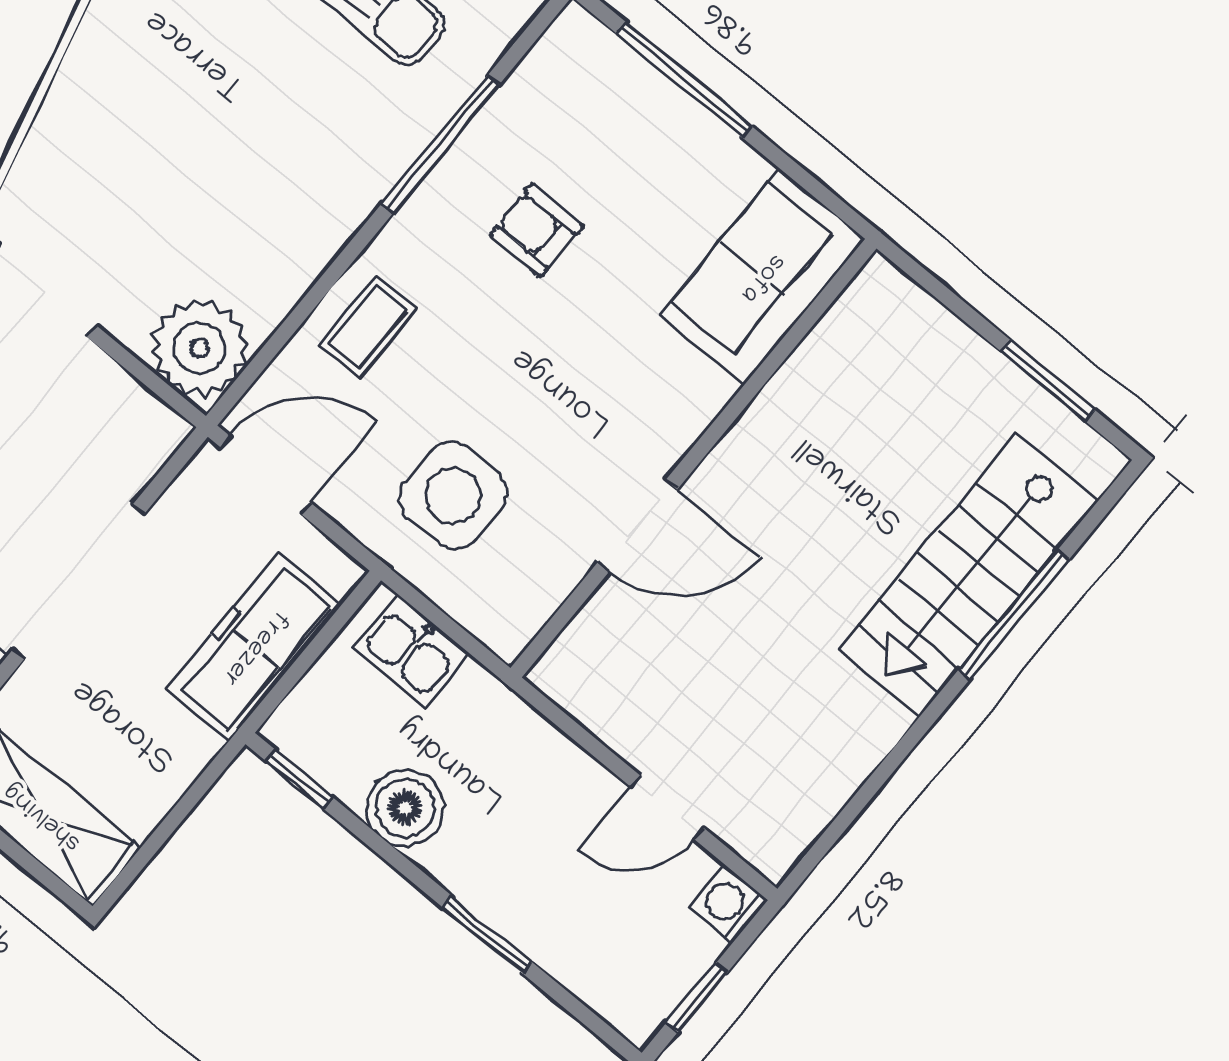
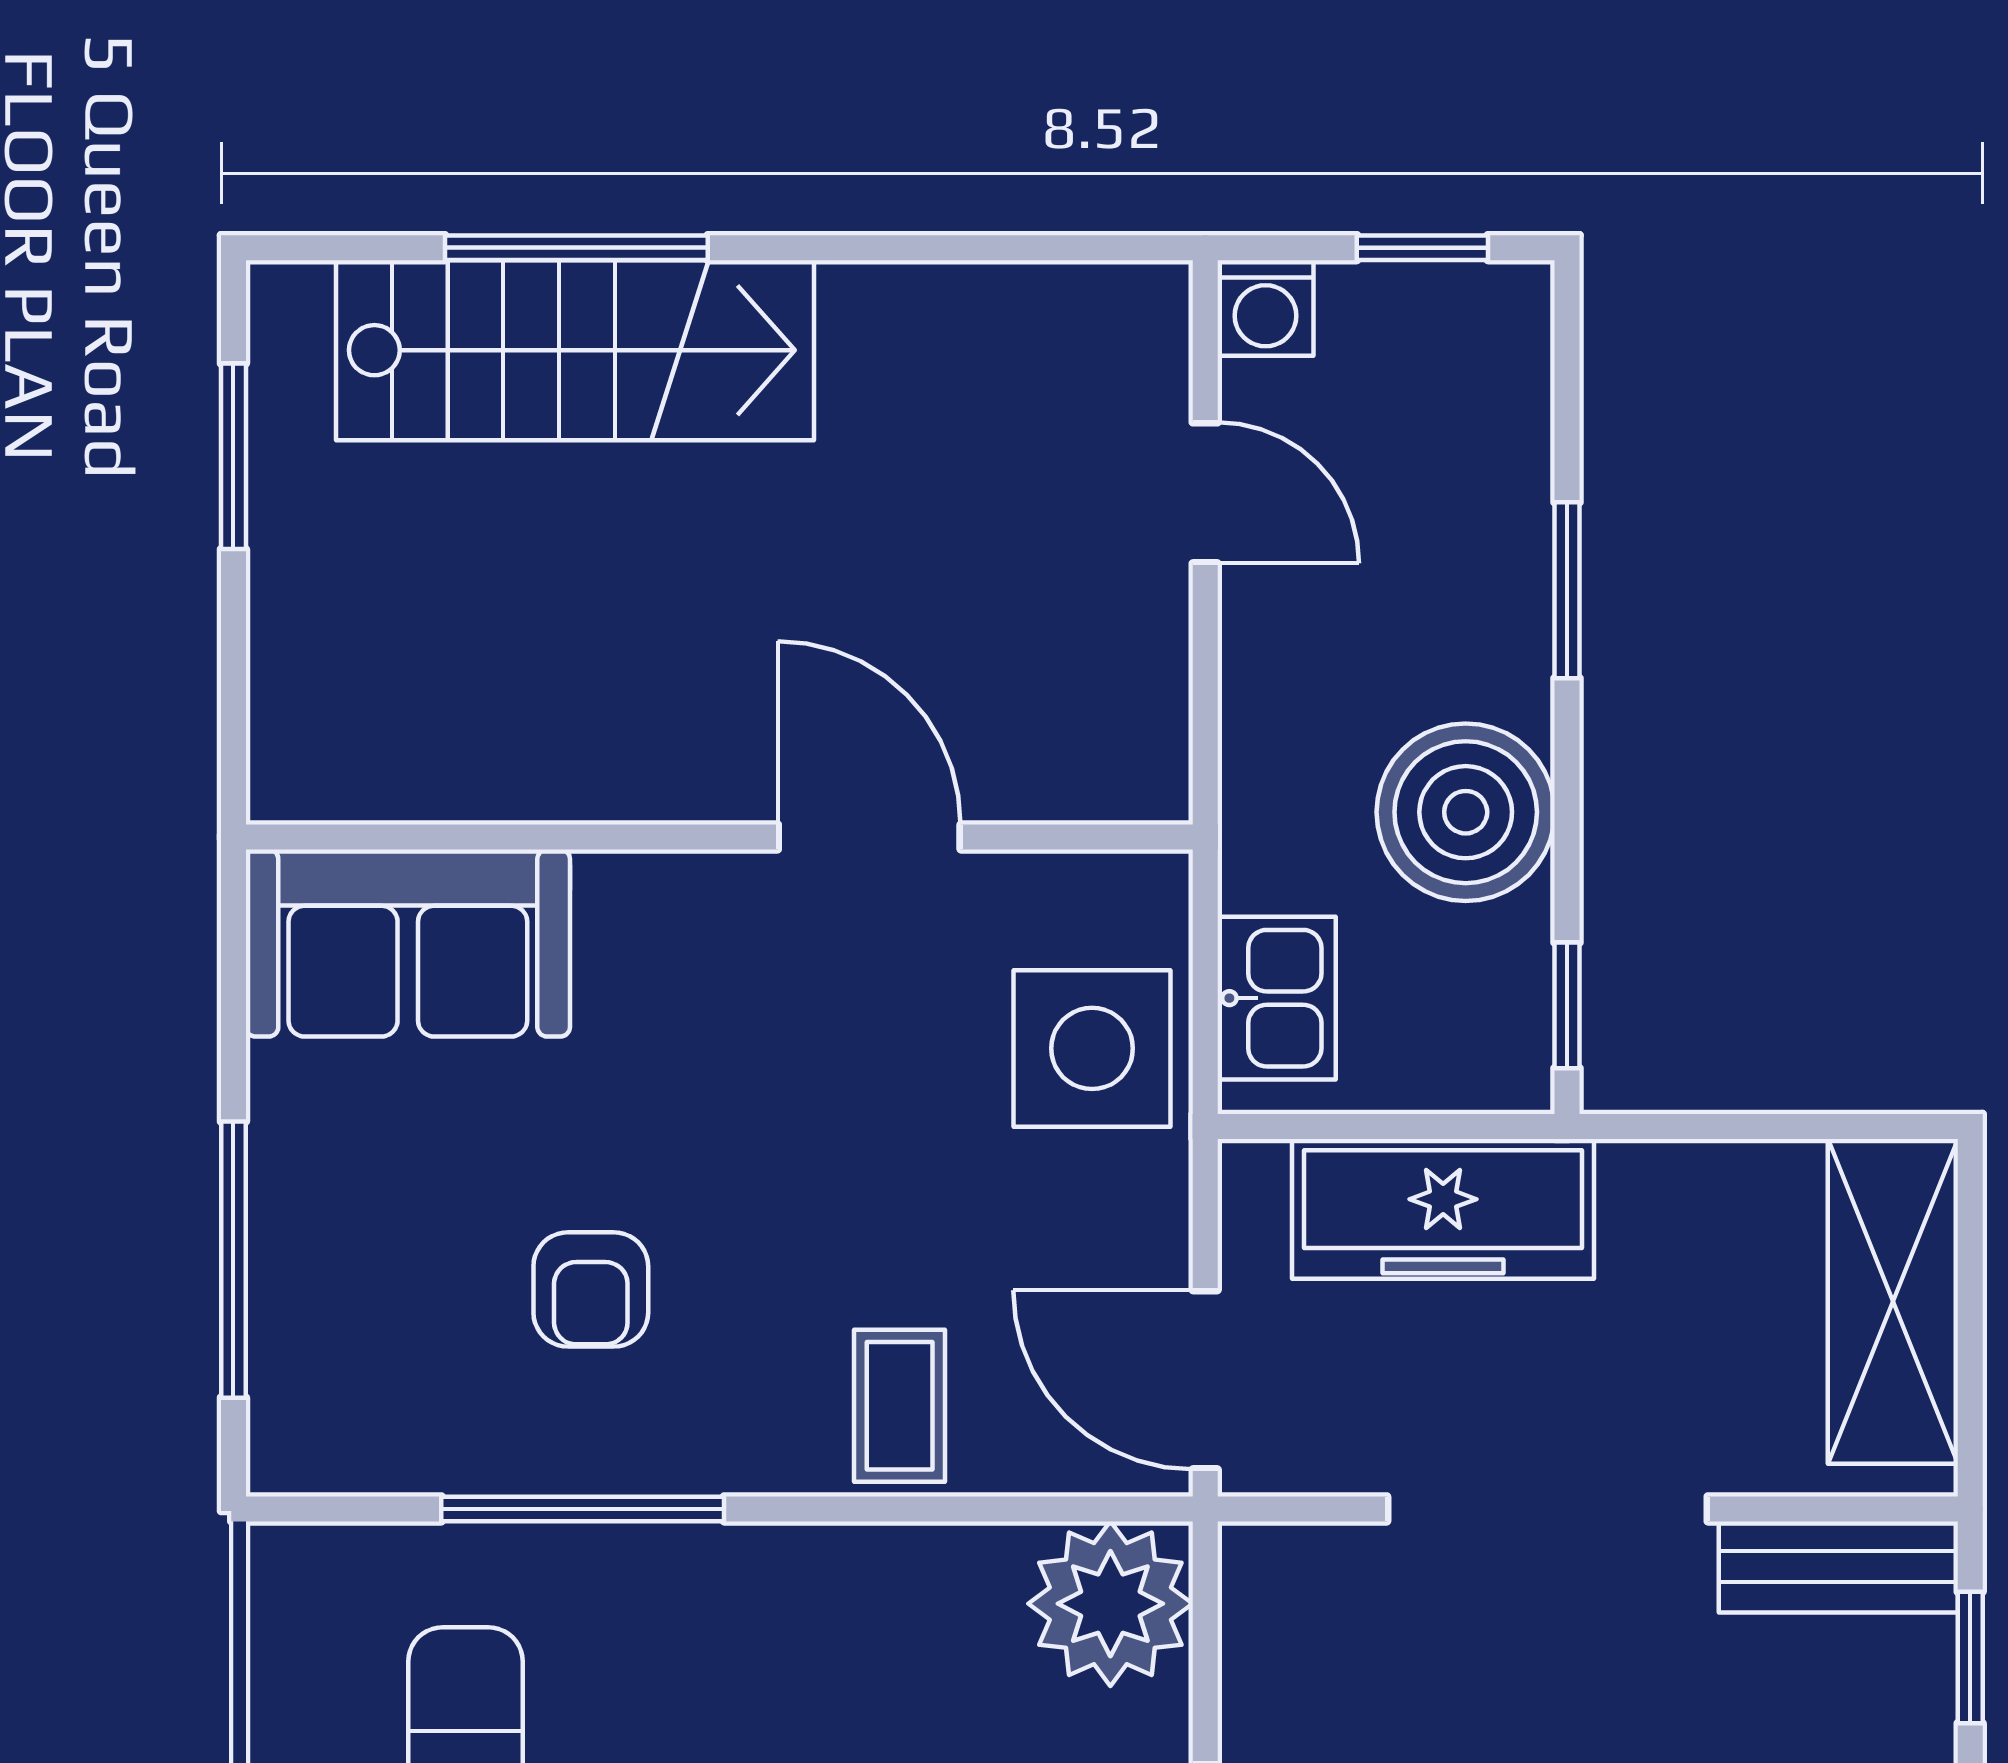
coffee table: (368, 327) -> (900, 1406), turned 90
side table: (453, 495) -> (1092, 1048), moved
boiler: (405, 808) -> (1466, 812), width x1.37, depth x1.37

